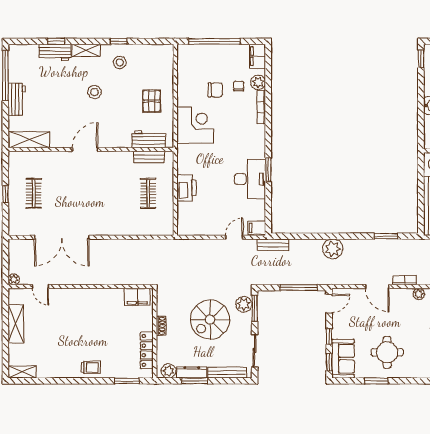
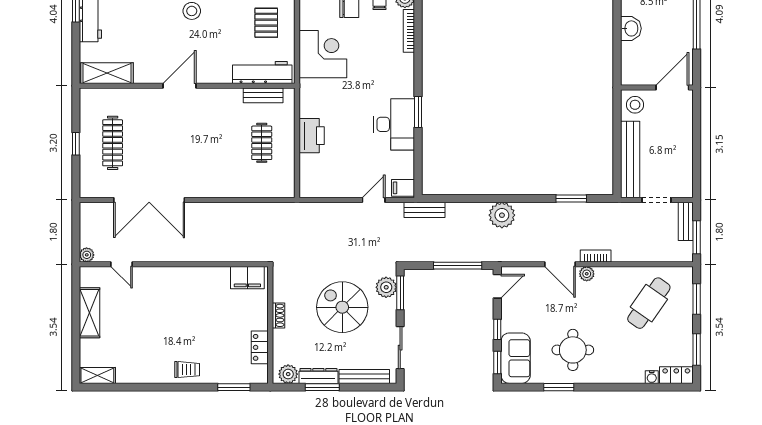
workbench: (149, 139) -> (262, 72), width x1.38
clothes rail: (34, 193) -> (113, 143), width x1.36
plant: (419, 294) -> (587, 274), moved
spiral stairs: (210, 320) -> (342, 307), turned 90
locker: (147, 350) -> (260, 347), width x0.66

